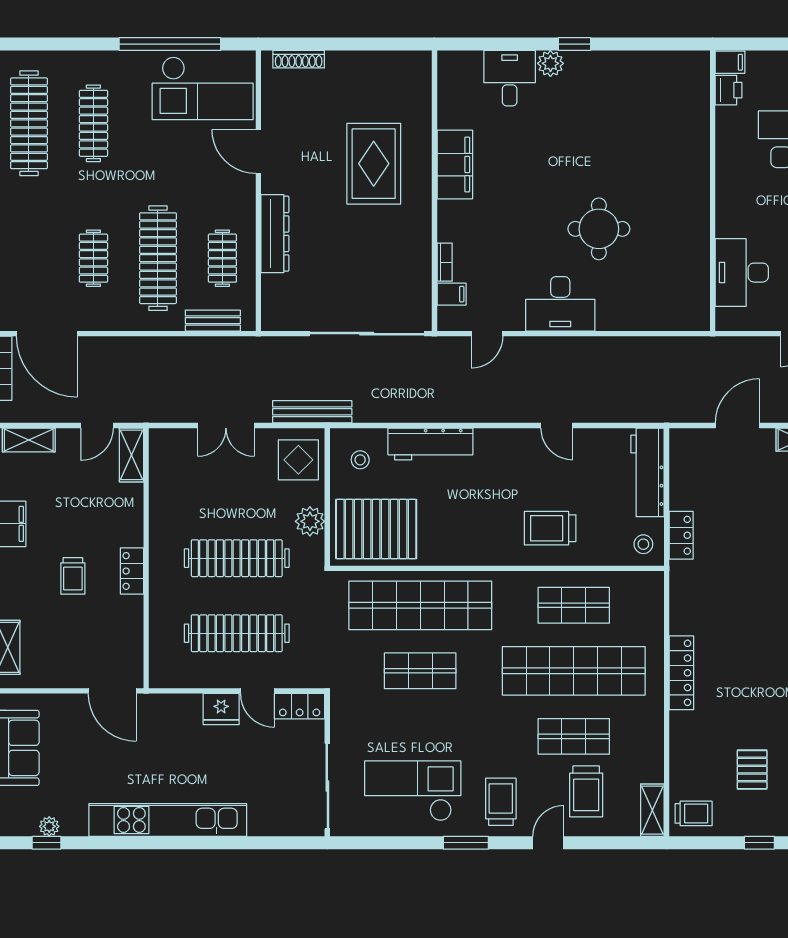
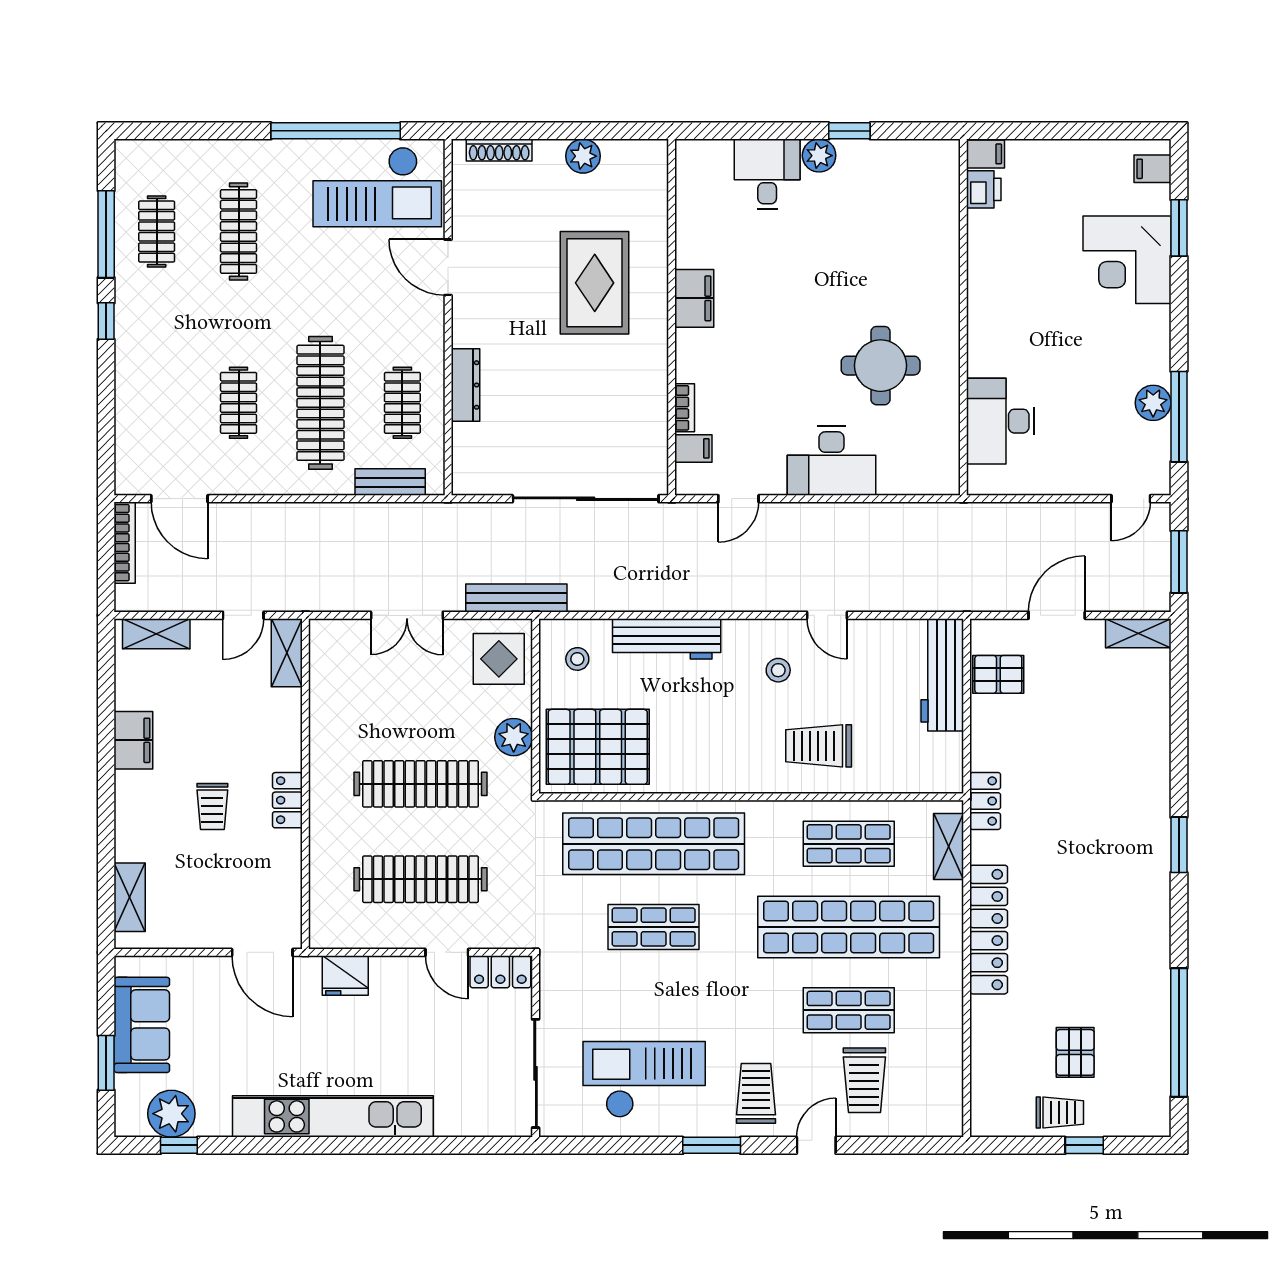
filing cabinet: (730, 62) -> (985, 154), moved
plant: (365, 64) -> (583, 156), added
printer: (729, 90) -> (984, 189), moved
clothes rail: (29, 123) -> (157, 231), width x0.54, depth x0.76
filing cabinet: (455, 164) -> (694, 298), width x0.67, depth x0.86
wall: (713, 191) -> (963, 317), moved
dresser: (275, 234) -> (466, 385), width x0.73, depth x0.80
desk: (742, 273) -> (1000, 421), moved
door: (47, 334) -> (179, 499), width x0.73
pallet: (692, 472) -> (998, 674), added
locker: (681, 535) -> (985, 801), moved
stool: (643, 544) -> (778, 670), moved
locker: (681, 673) -> (989, 930), width x1.41, depth x1.21
fridge: (221, 709) -> (345, 975), moved
shelving: (652, 810) -> (948, 846), moved
trolley: (694, 813) -> (1060, 1112), moved
plant: (49, 826) -> (171, 1114), width x1.87, depth x1.87

